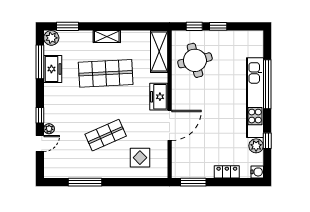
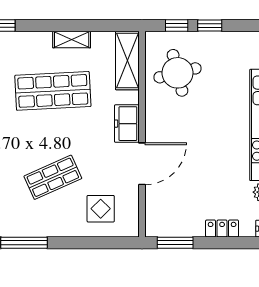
shelving: (107, 36) -> (72, 40), moved

